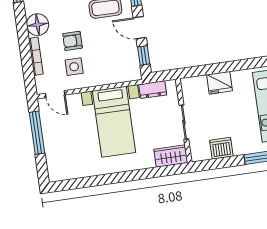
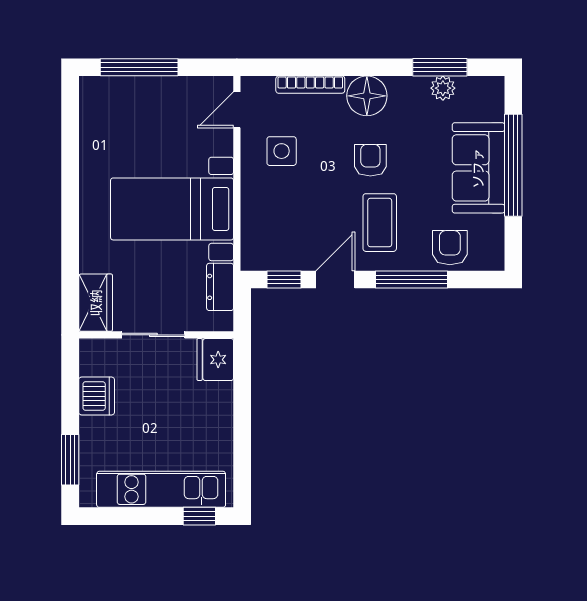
armchair: (72, 41) -> (370, 160), moved
fridge: (220, 83) -> (215, 360), moved
window: (37, 133) -> (139, 67), moved

